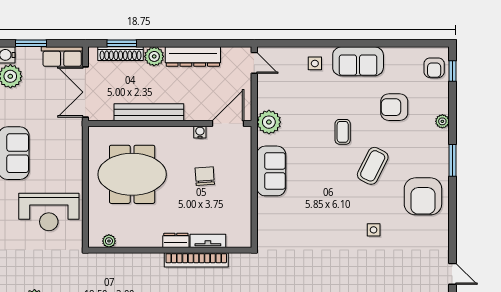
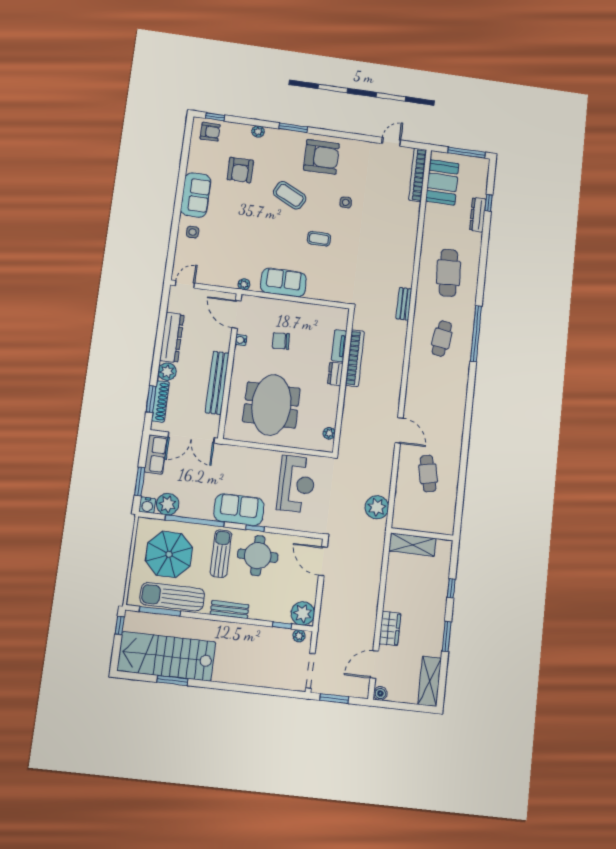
plant: (269, 122) -> (244, 284), width x0.53, depth x0.53
coffee table: (343, 132) -> (319, 239), moved

